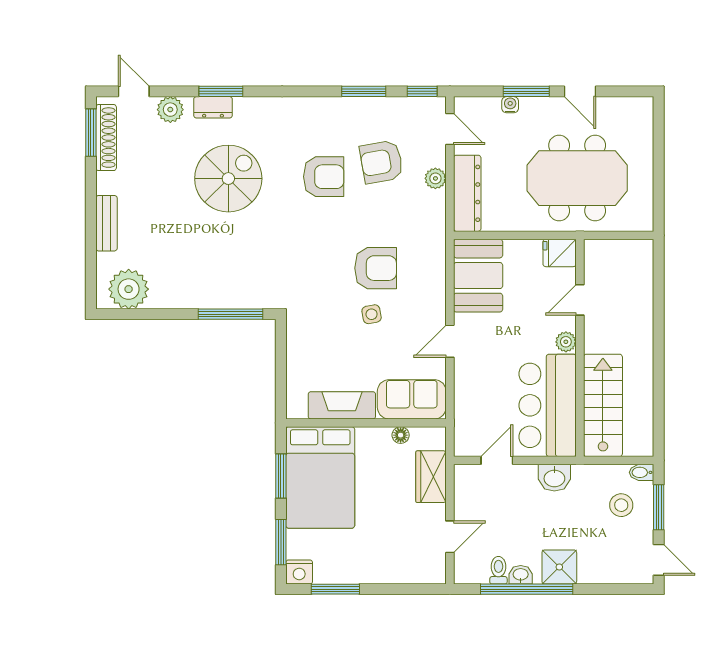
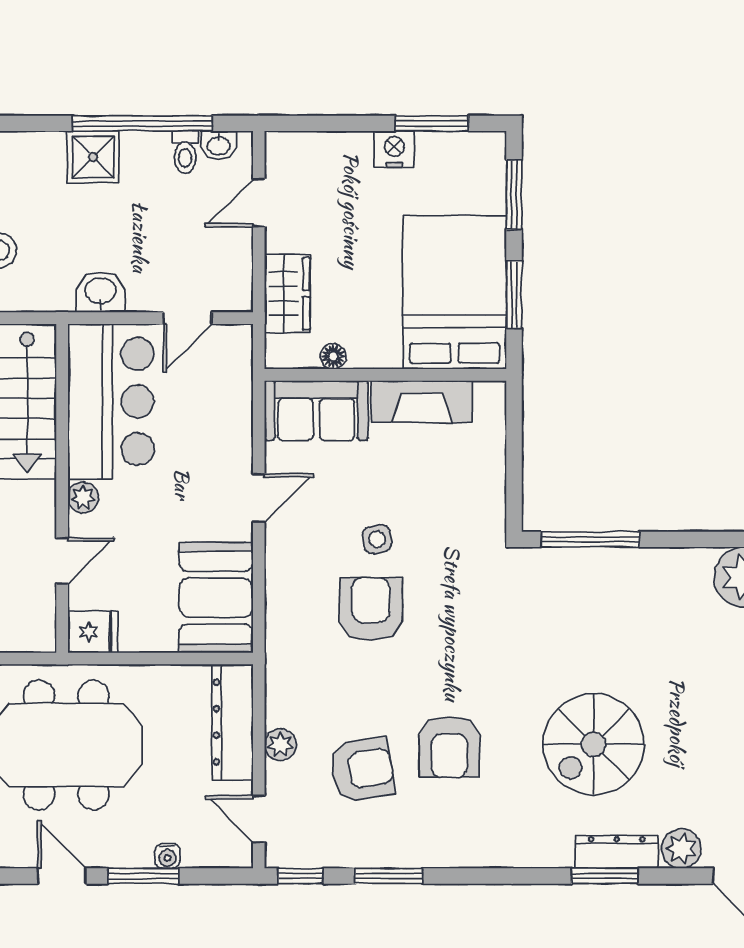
dresser: (213, 107) -> (617, 852), width x1.44
armchair: (324, 177) -> (449, 747), turned -90
armchair: (376, 268) -> (371, 609), turned 90
nightstand: (299, 572) -> (394, 149), moved
washbasin: (521, 575) -> (219, 145), moved

